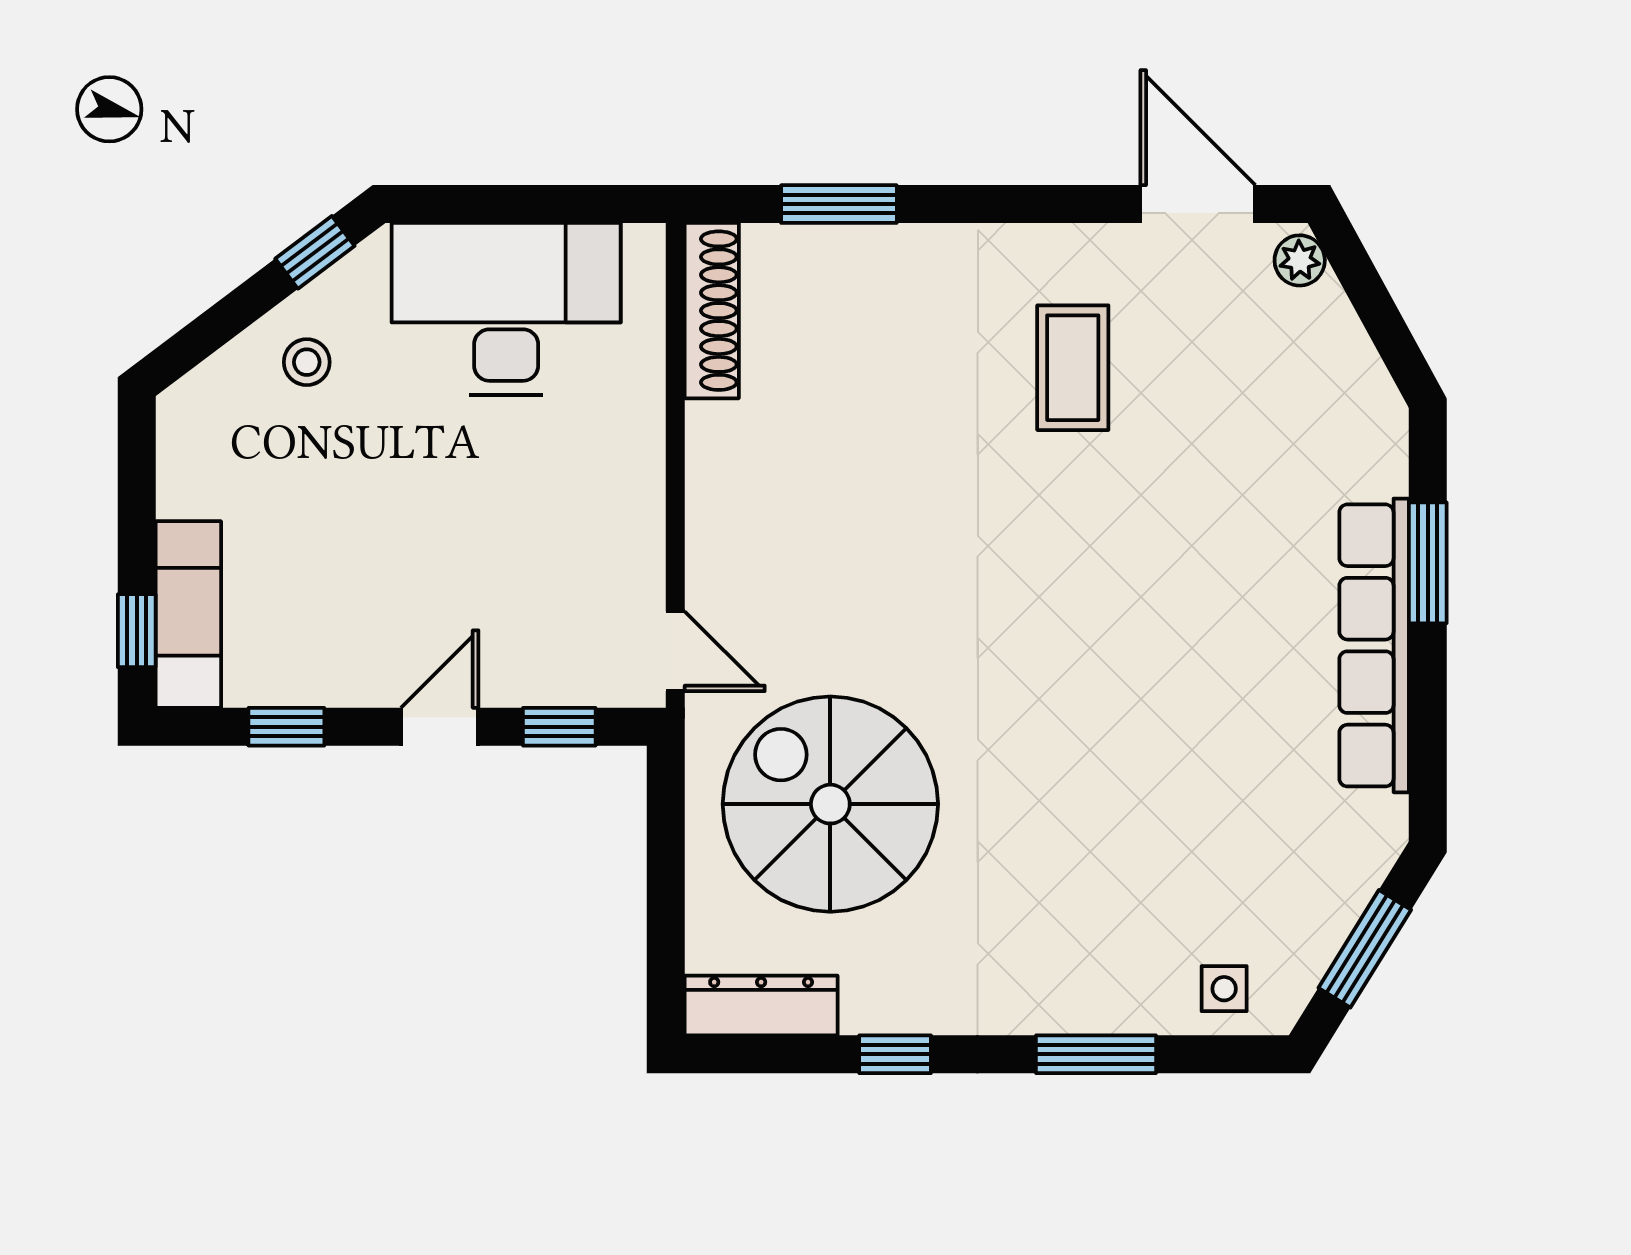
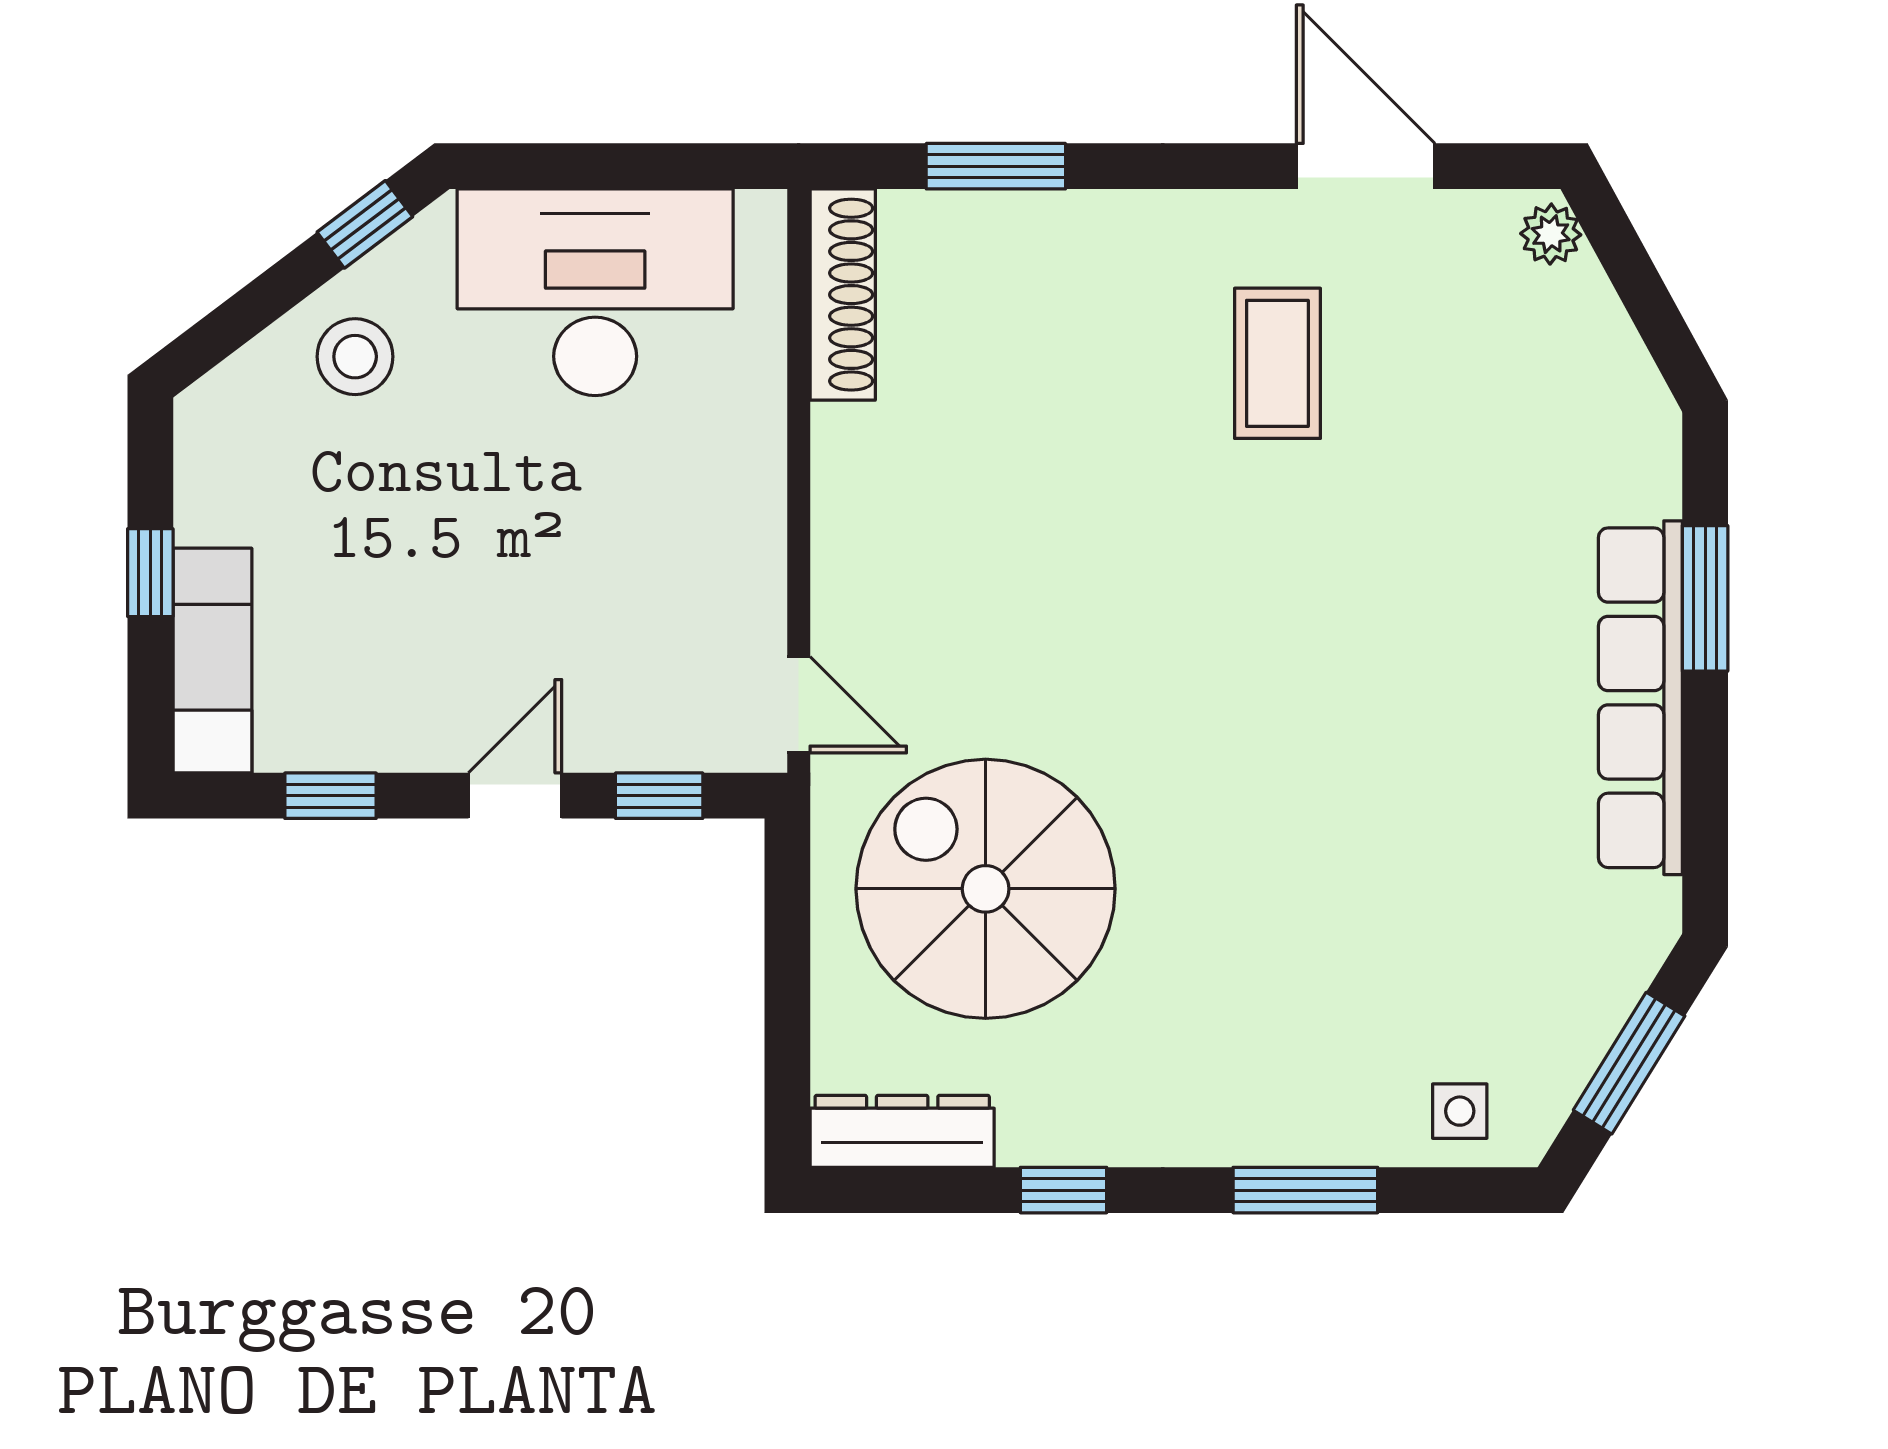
door: (1198, 204) -> (1366, 166), moved
stool: (307, 362) -> (355, 357), width x1.37, depth x1.37
window: (137, 631) -> (150, 573), moved

